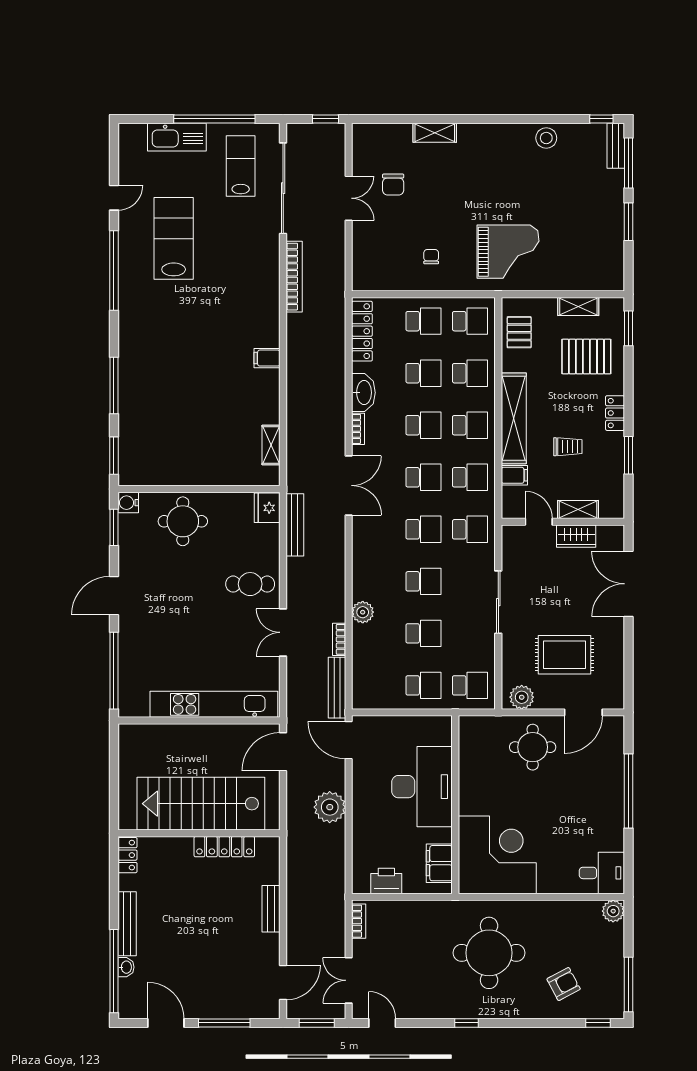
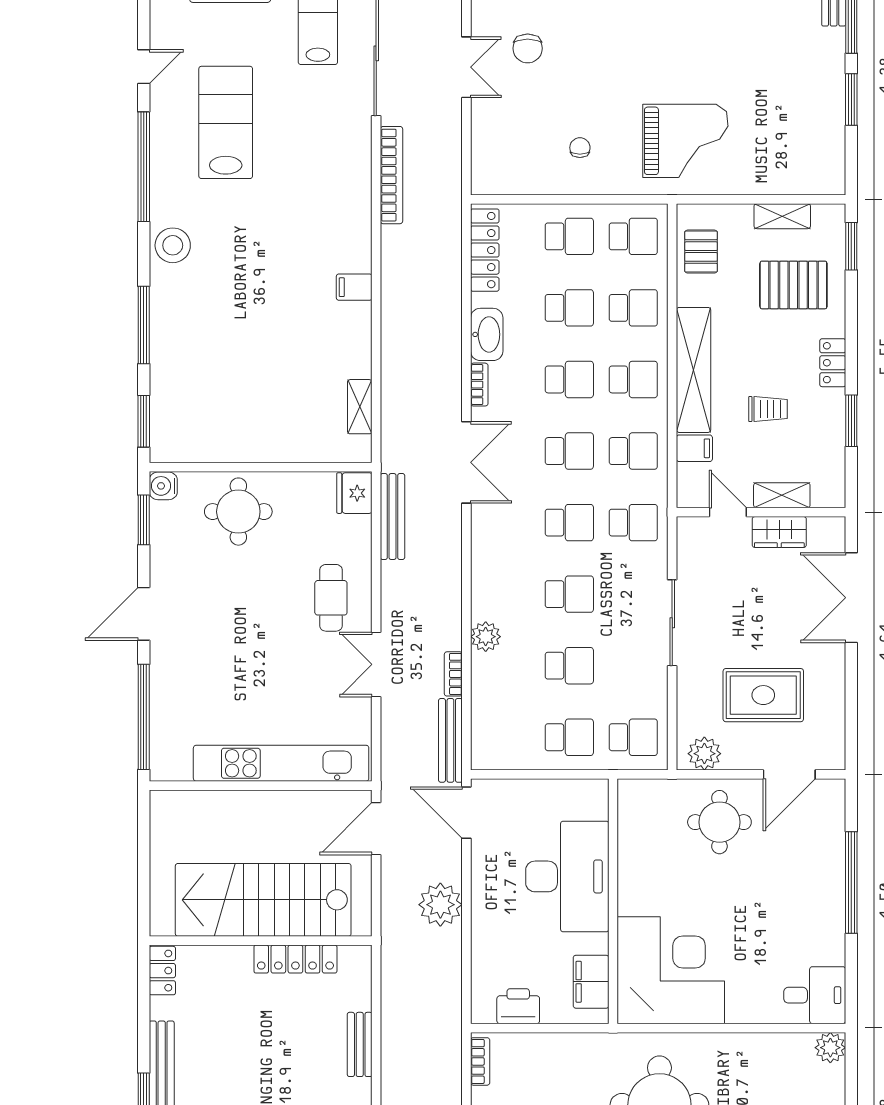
stool: (135, 328) -> (173, 245), added
cafe table: (250, 584) -> (331, 598), turned 90

